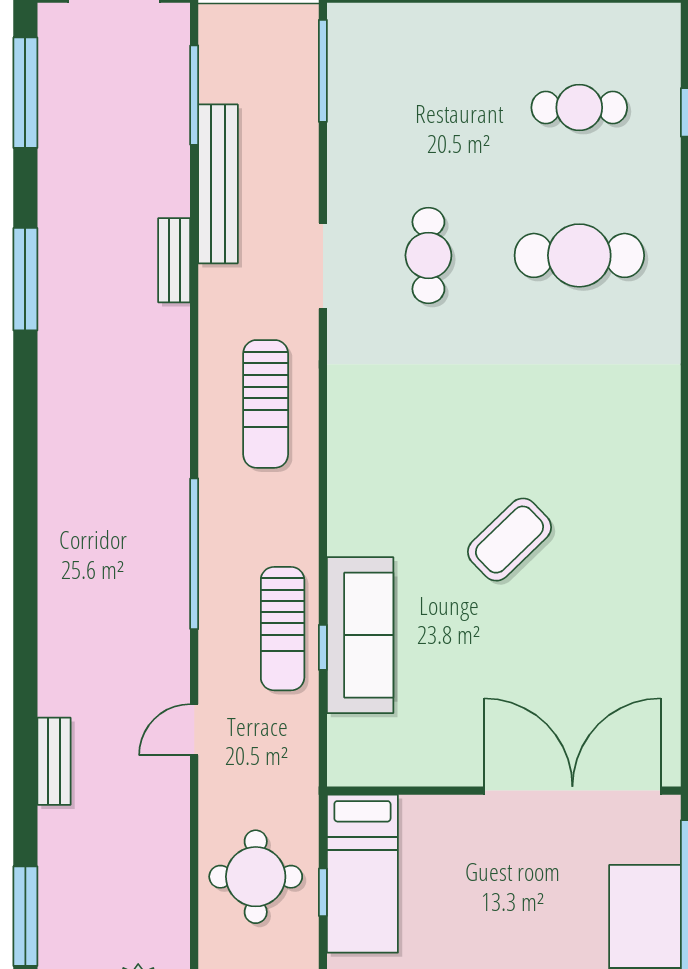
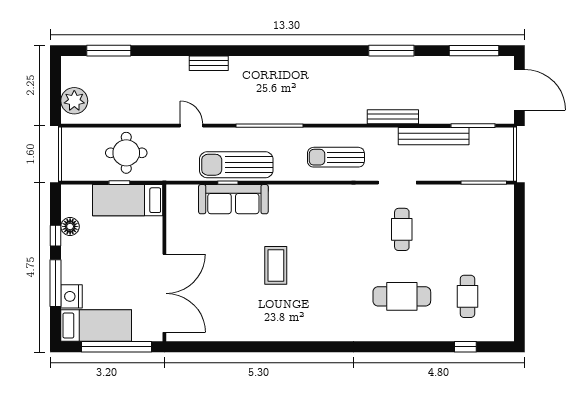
cafe table: (428, 255) -> (402, 229), turned 90
cafe table: (579, 255) -> (402, 296), turned 90
bench: (174, 260) -> (393, 117), width x1.36
coffee table: (509, 540) -> (276, 265), turned 44
sun lounger: (283, 629) -> (236, 165), width x1.36, depth x1.34
bench: (54, 761) -> (209, 63), moved

